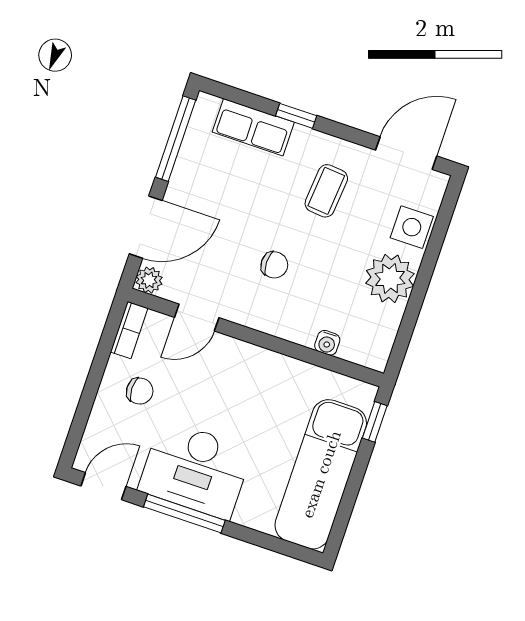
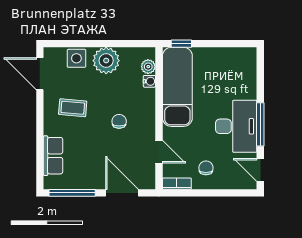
window: (296, 116) -> (40, 136), removed
plant: (149, 280) -> (148, 67), moved
exam couch: (321, 474) -> (177, 87), moved, turned -90

